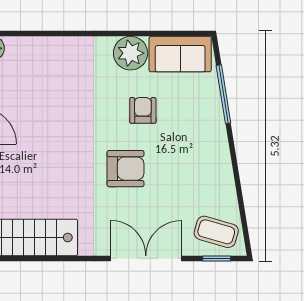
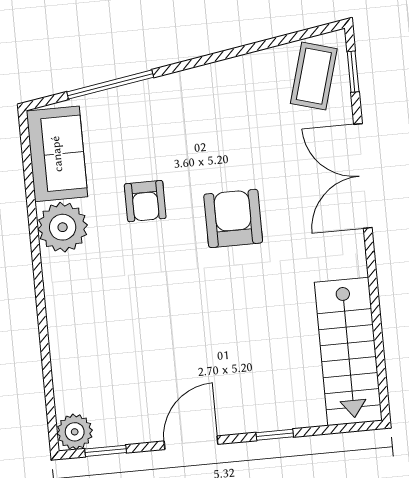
armchair: (143, 110) -> (145, 201), turned -90

